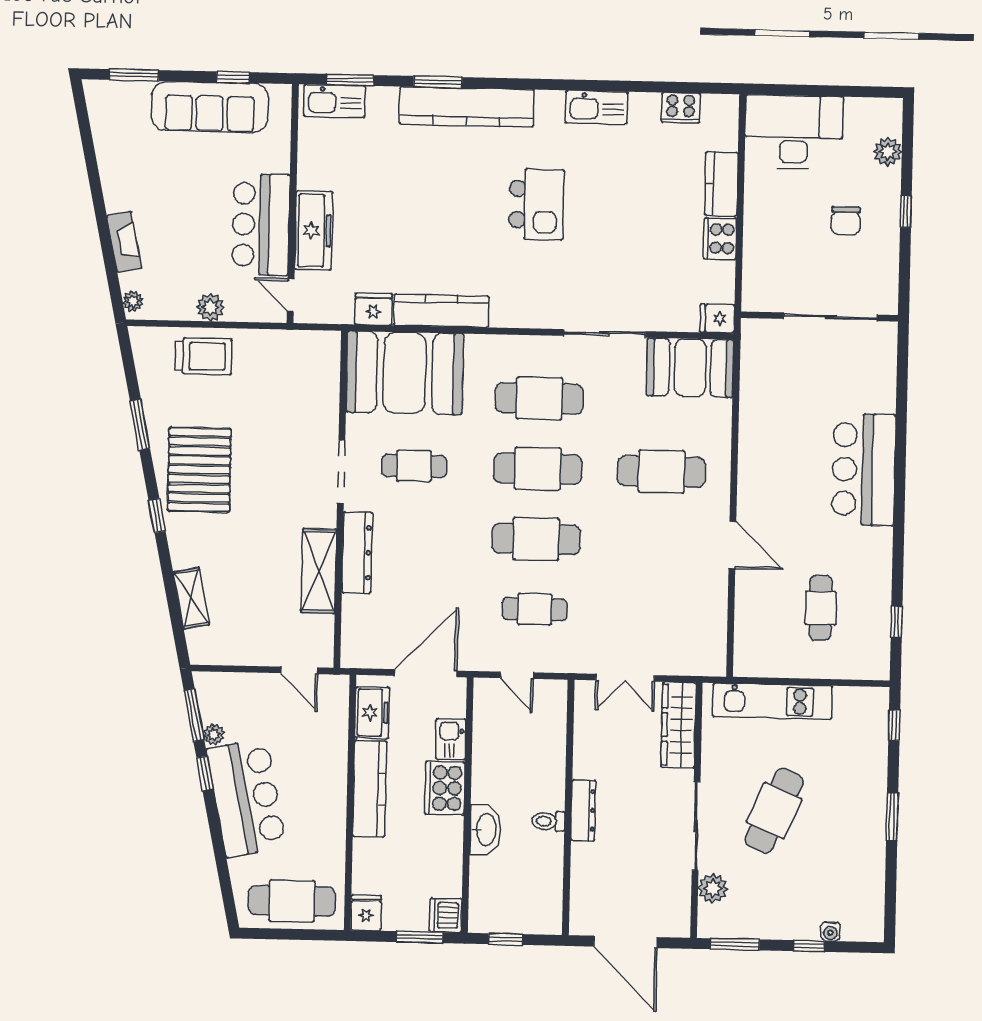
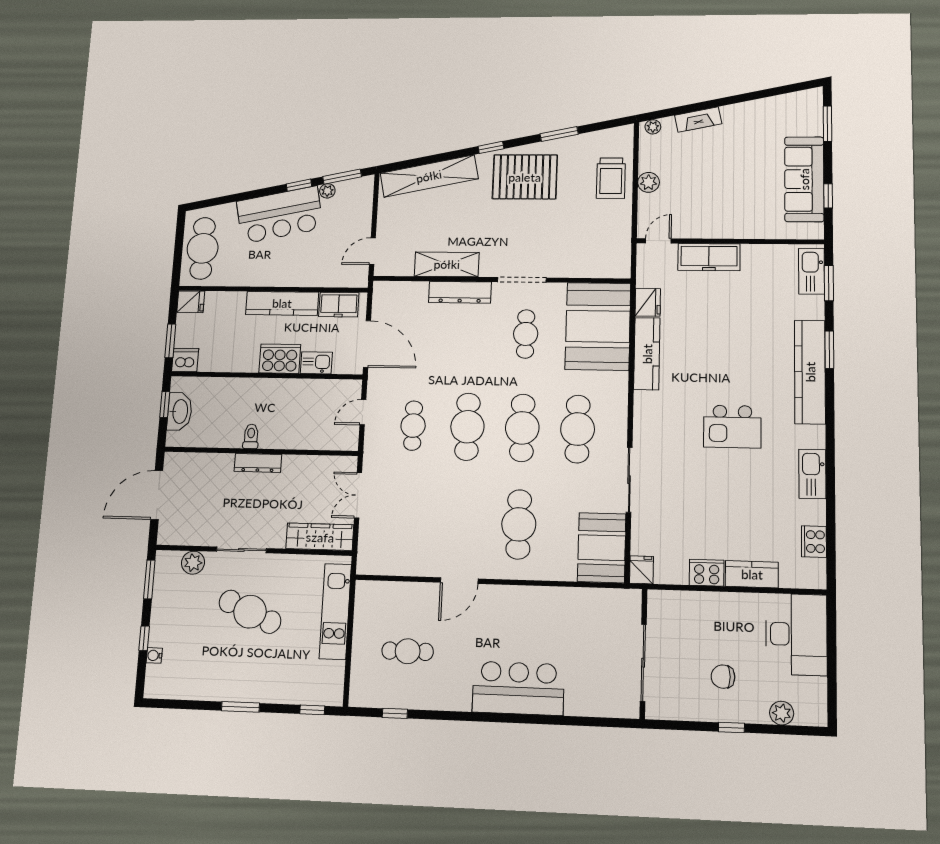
bar counter: (261, 225) -> (713, 218), removed
shelving: (191, 598) -> (429, 176), width x2.20, depth x1.33
sliding door: (696, 826) -> (241, 550), width x0.73
washbasin: (485, 830) -> (180, 411), moved, turned -90

